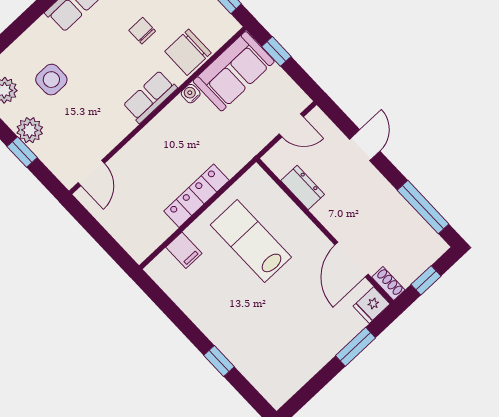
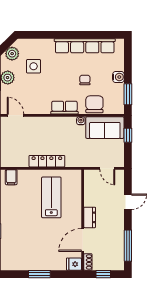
chair: (188, 52) -> (94, 104), turned 90
door: (91, 173) -> (15, 115), swing flipped
dresser: (303, 187) -> (90, 217), moved
filing cabinet: (184, 250) -> (11, 177), moved
window: (356, 347) -> (39, 274), moved

